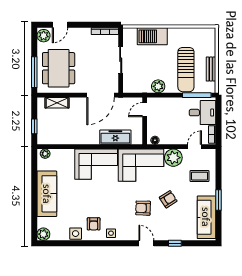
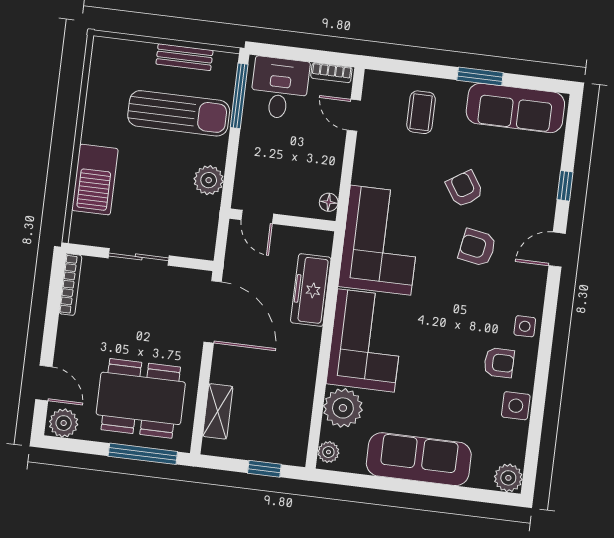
plant: (173, 158) -> (343, 408), moved
armchair: (143, 208) -> (477, 248), turned 98

